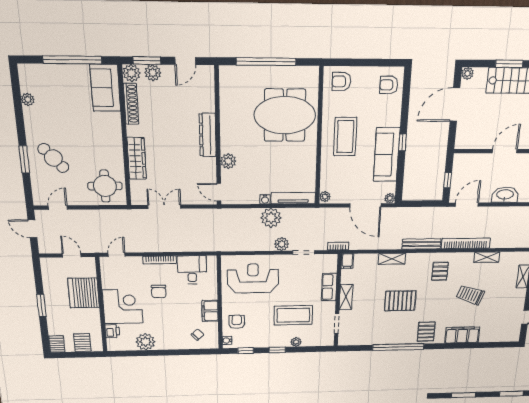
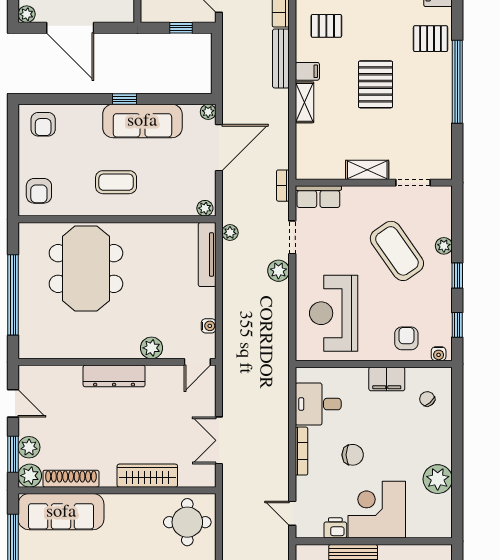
sofa: (105, 88) -> (61, 512), width x1.36
coffee table: (345, 137) -> (116, 182), width x0.73, depth x0.76
water cooler: (265, 199) -> (209, 326), moved
plant: (271, 218) -> (230, 233), moved, width x0.53, depth x0.53
filing cabinet: (347, 261) -> (307, 71), moved
row of seats: (329, 287) -> (318, 197), moved
coffee table: (293, 315) -> (397, 251), turned -35
armchair: (237, 322) -> (406, 338), turned 90
printer: (112, 331) -> (335, 528), moved

